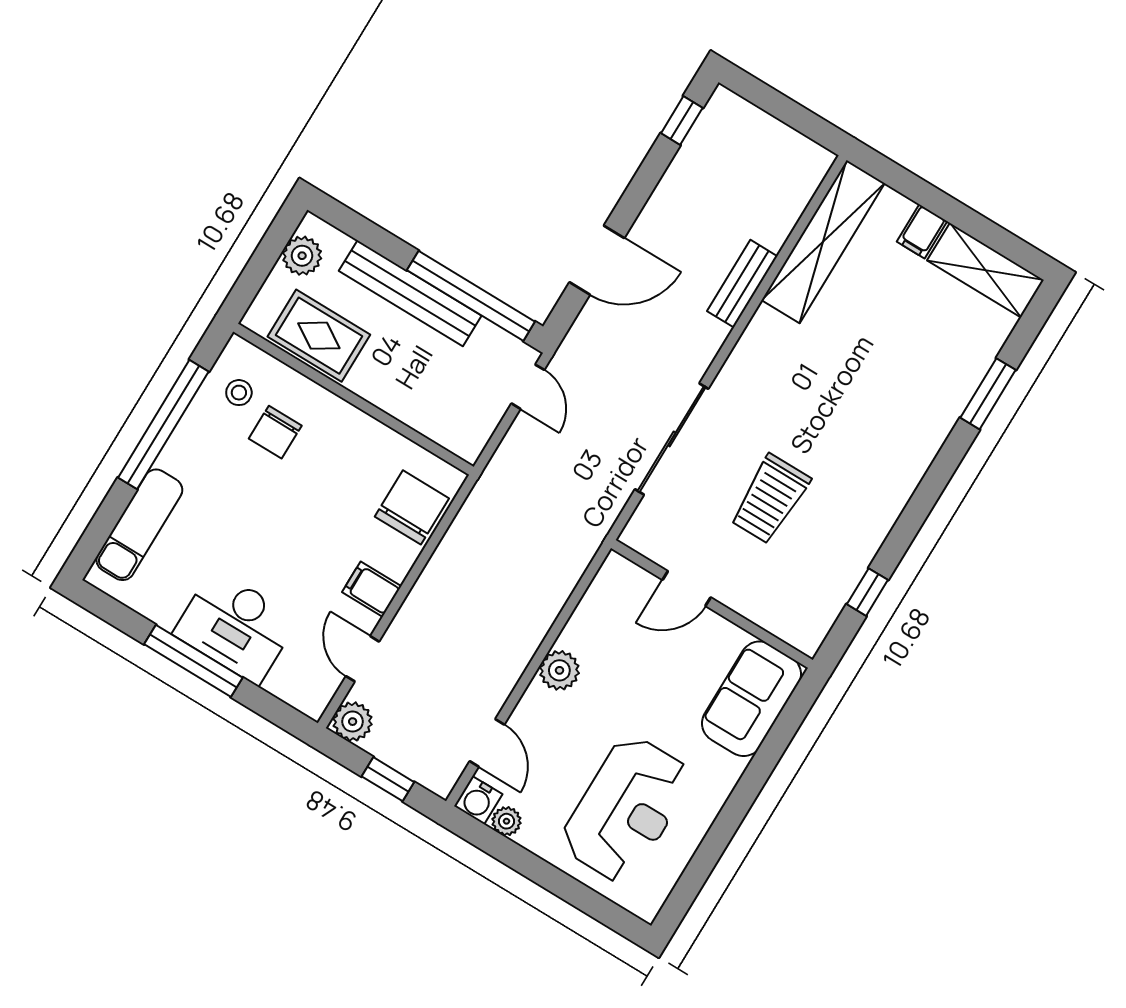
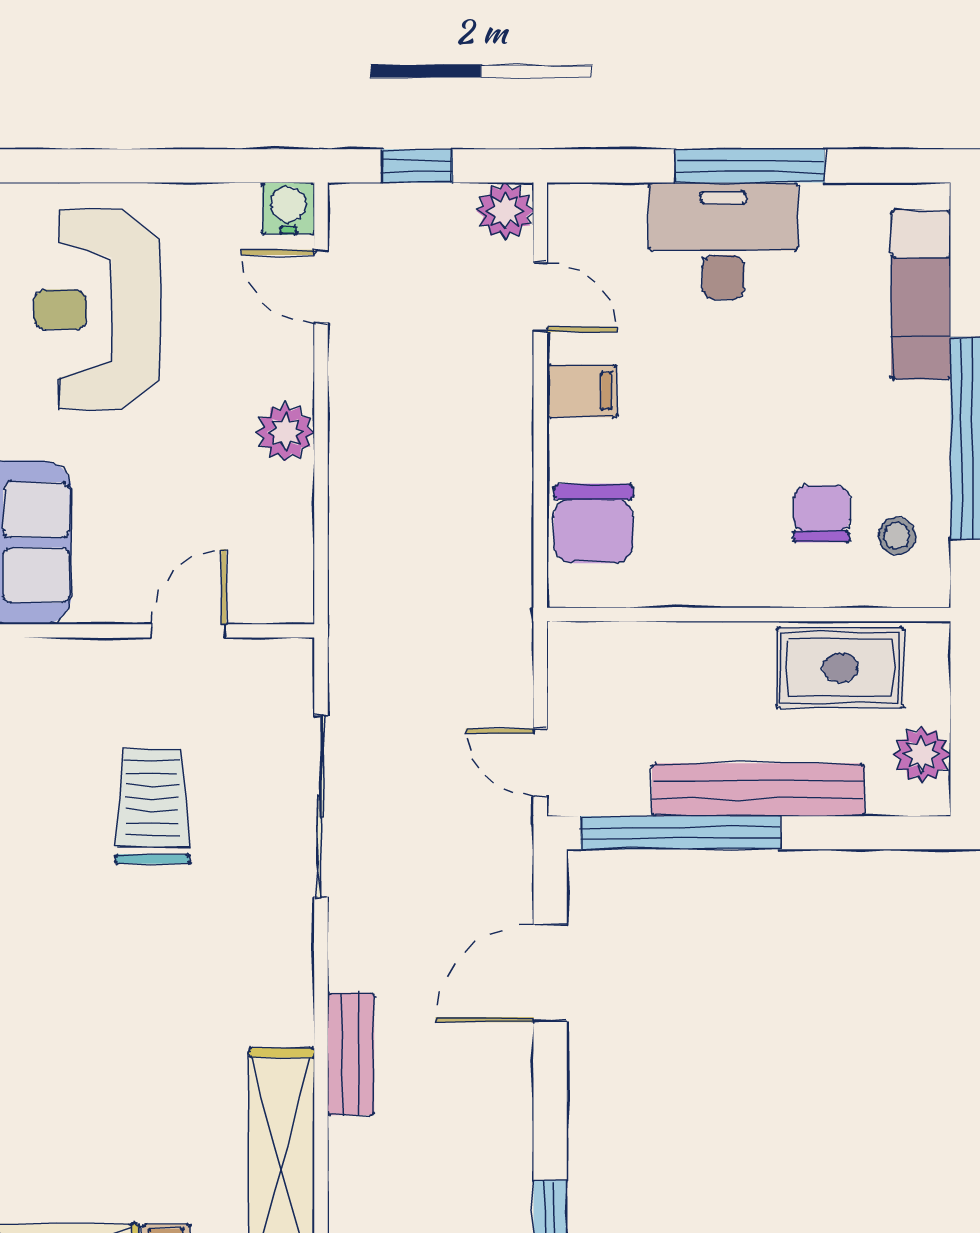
plant: (506, 821) -> (237, 203), removed

